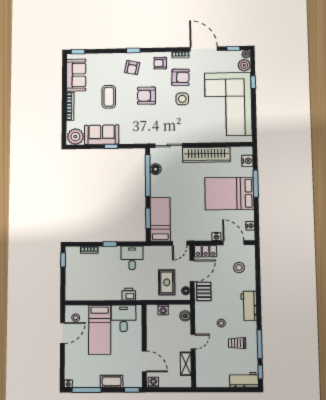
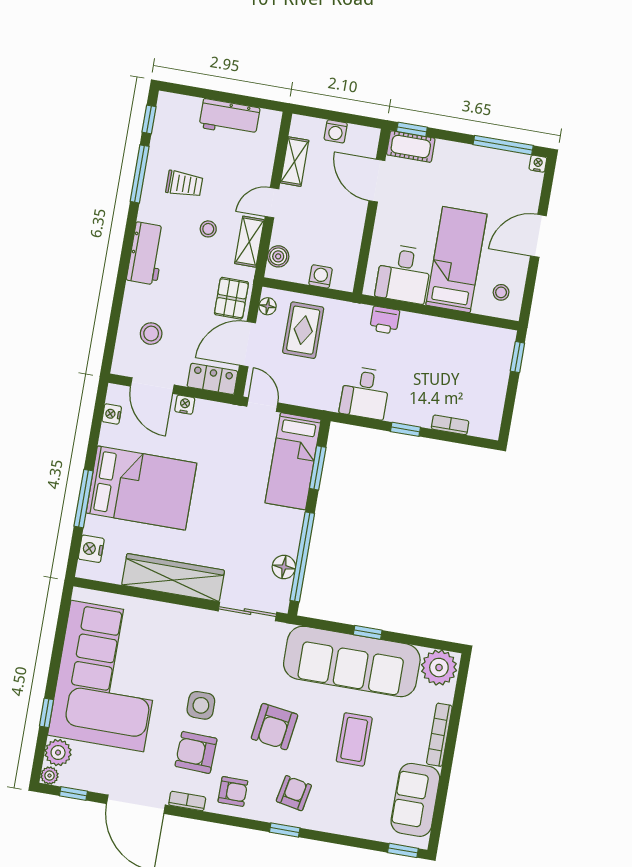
armchair: (146, 96) -> (274, 727), turned 98
sofa: (102, 135) -> (352, 661), width x1.85, depth x1.27
door: (180, 243) -> (262, 405), hinge flipped
window: (63, 260) -> (517, 357), moved
shelving: (200, 321) -> (249, 242), added
door: (63, 333) -> (538, 236), moved
workbench: (244, 380) -> (229, 118), moved
cot: (112, 381) -> (411, 147), moved
washing machine: (153, 382) -> (336, 131), moved

